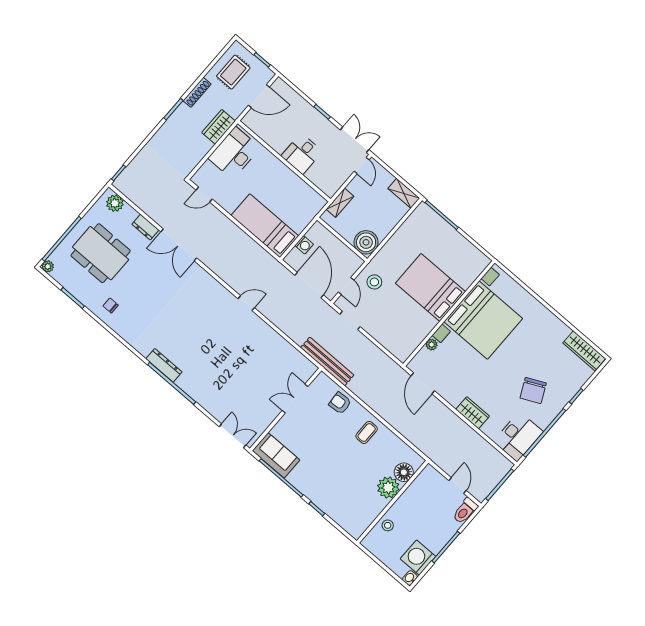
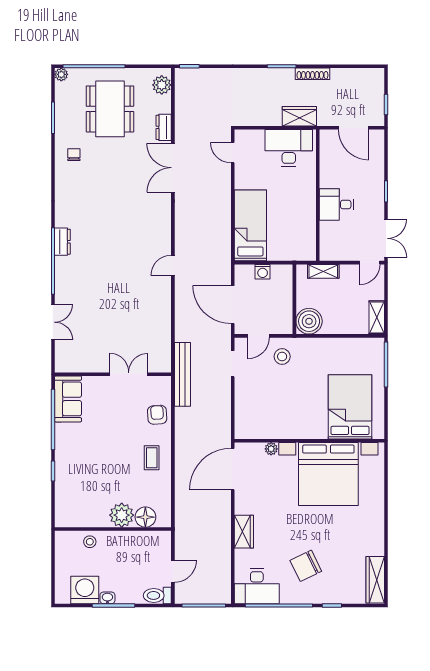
rug: (233, 72) -> (355, 89), removed
door: (309, 285) -> (233, 305), swing flipped
bed: (430, 287) -> (350, 407), moved
door: (246, 303) -> (173, 265), swing flipped
dresser: (164, 365) -> (62, 242), width x0.70
door: (423, 383) -> (233, 469), width x1.36
coffee table: (367, 432) -> (152, 458), turned 90
double door: (233, 436) -> (53, 322), moved
washbasin: (410, 578) -> (107, 598), moved

